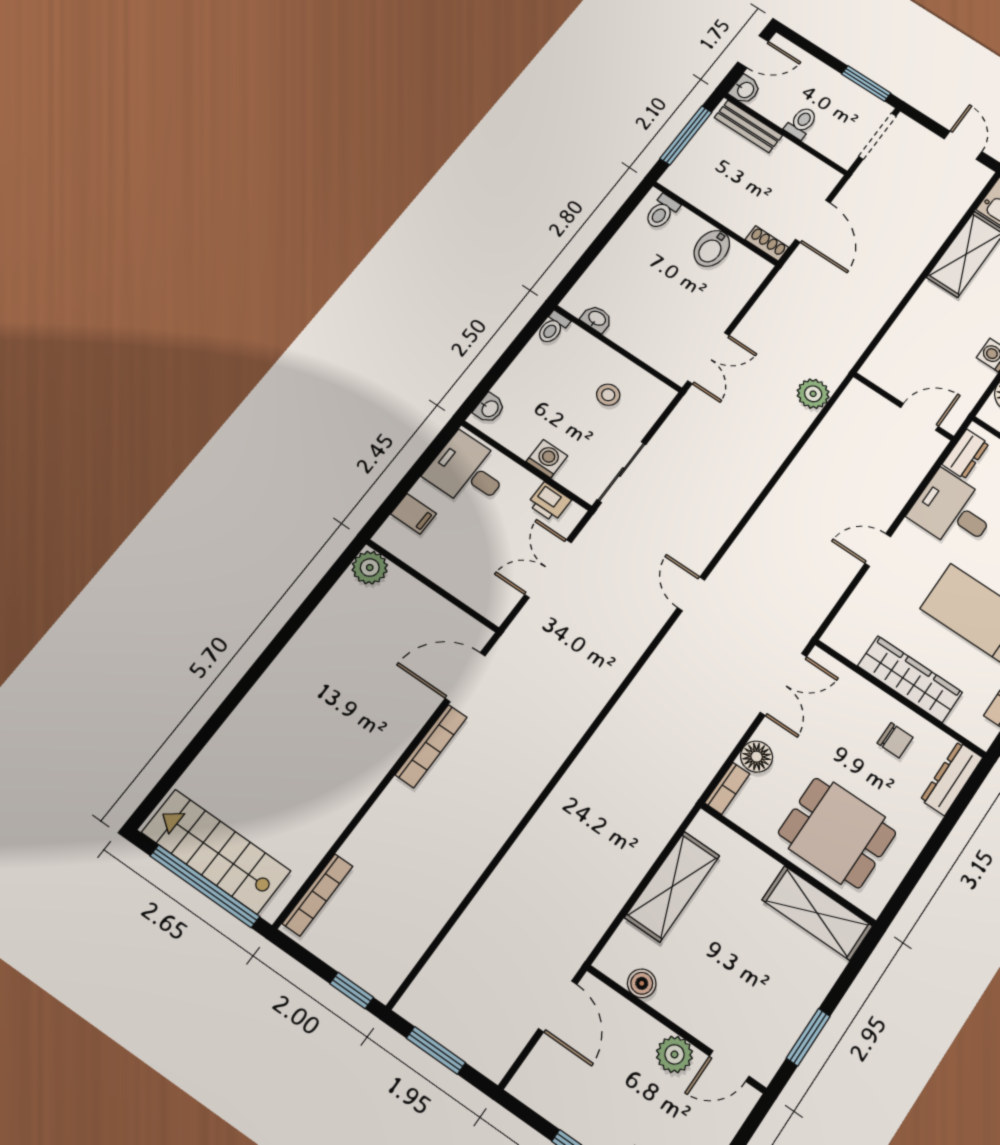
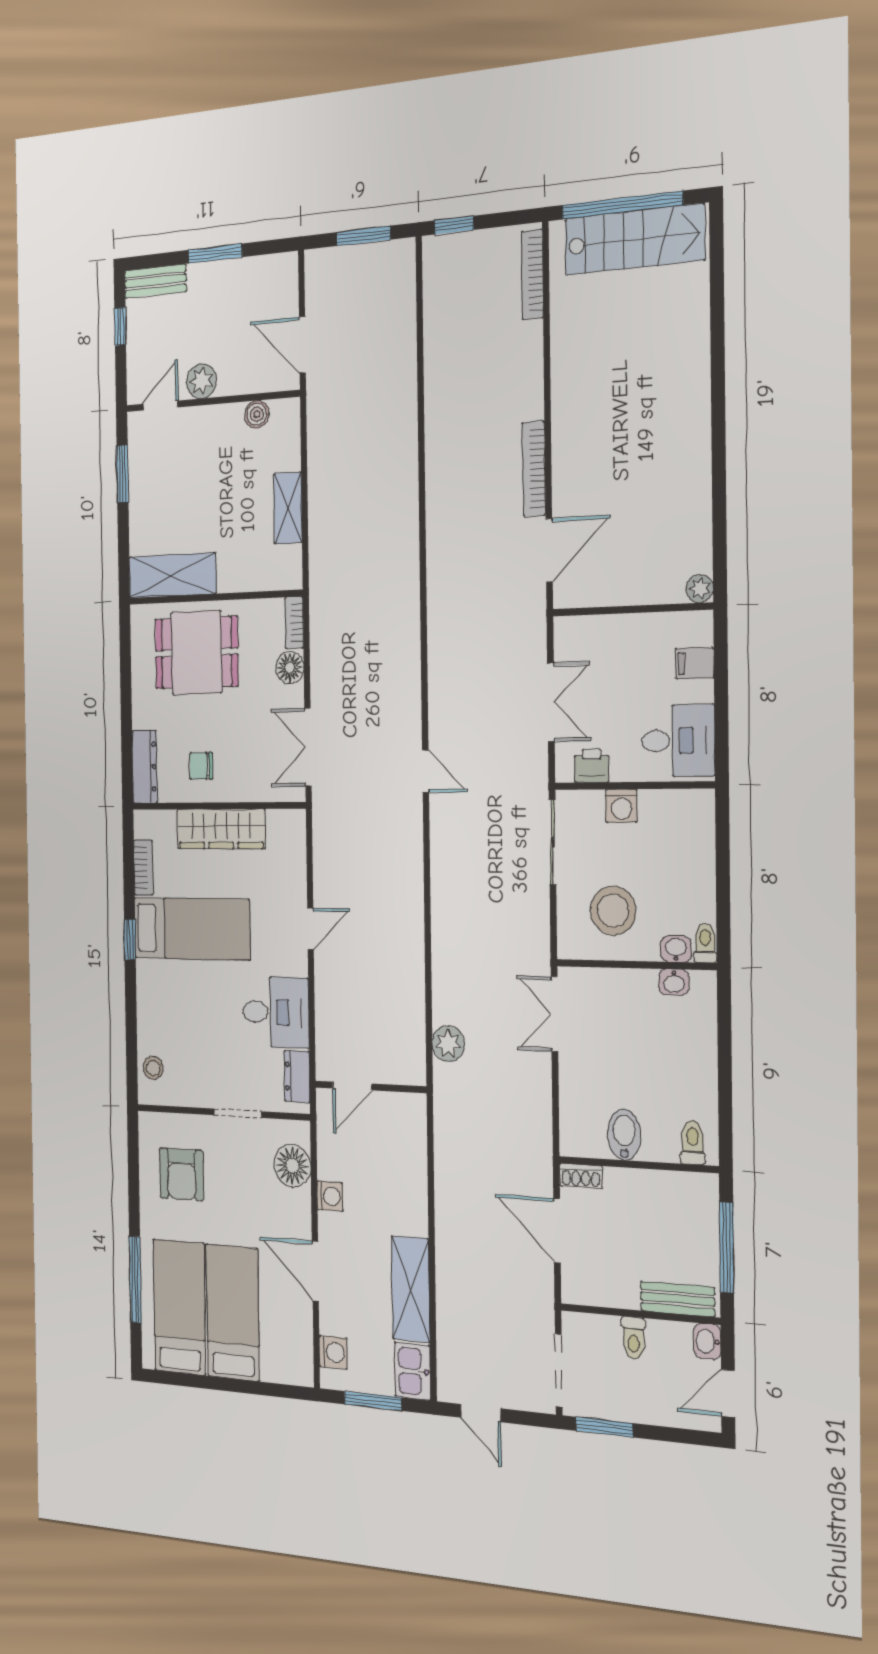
stool: (608, 395) -> (613, 911), width x1.89, depth x1.89
washbasin: (489, 408) -> (676, 949), moved, turned 90
plant: (370, 568) -> (700, 589), width x0.73, depth x0.73
shelving: (672, 887) -> (288, 508), width x0.67, depth x0.75

